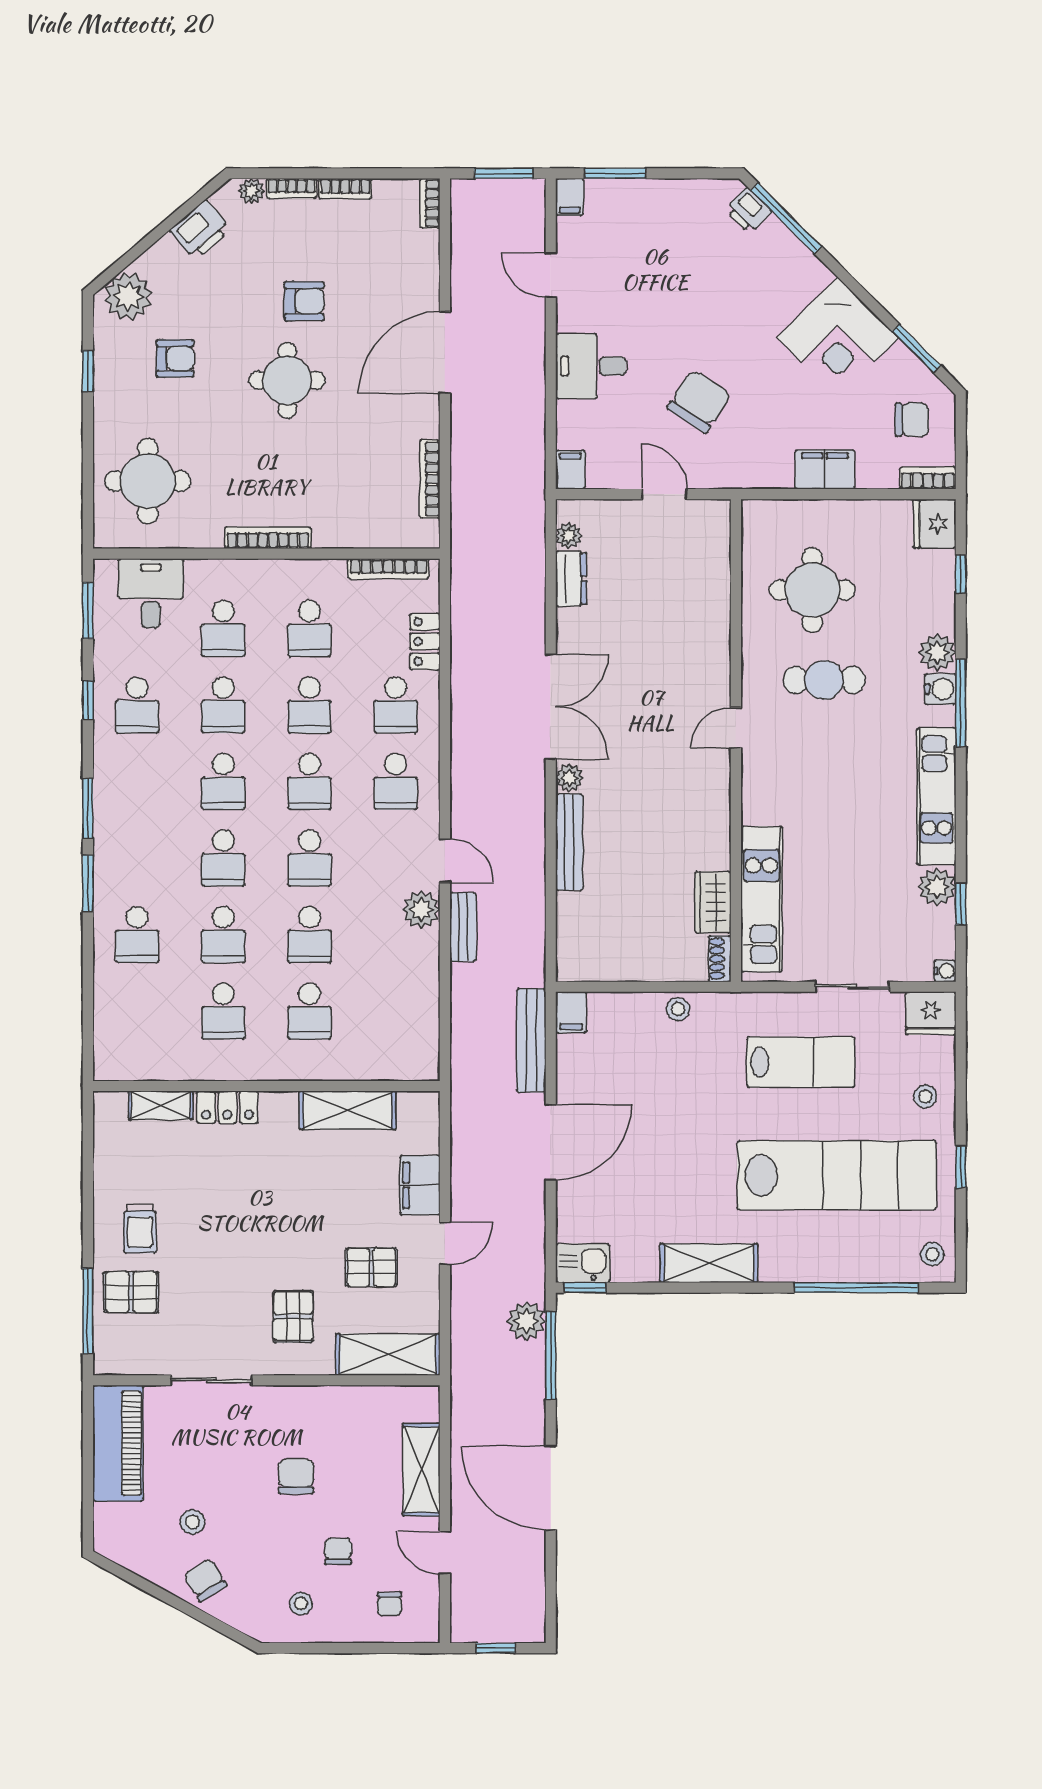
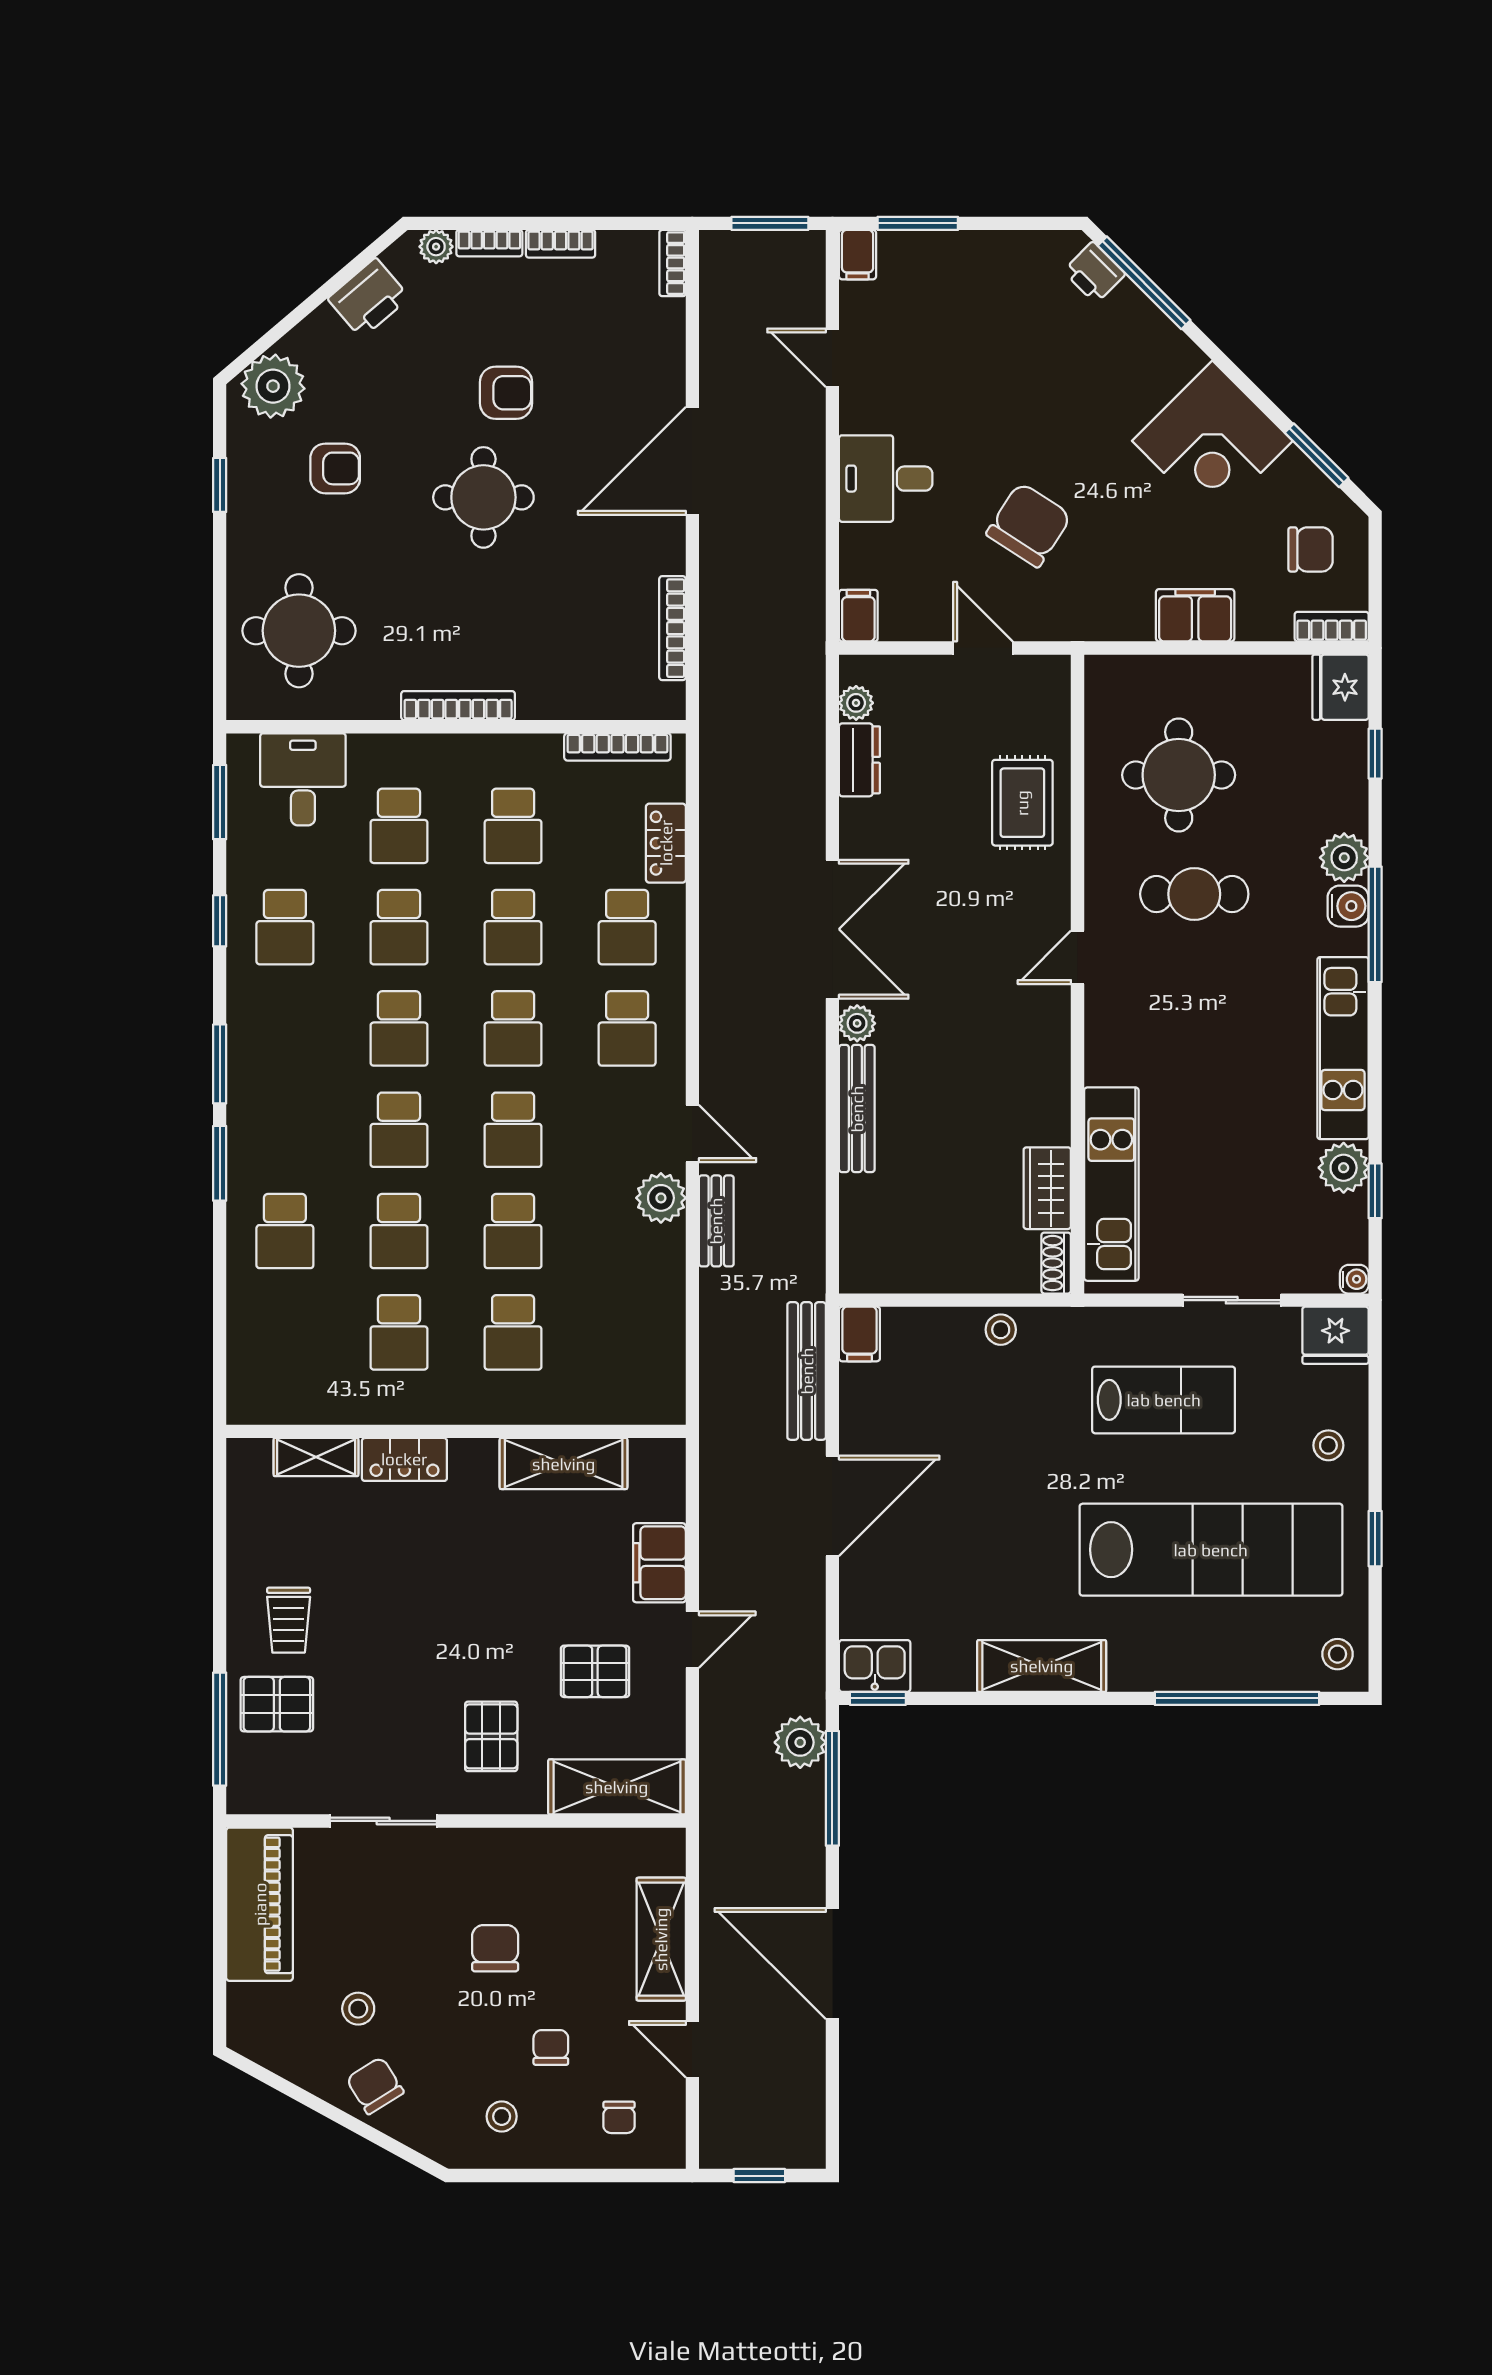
rug: (694, 611) -> (1022, 803), added

